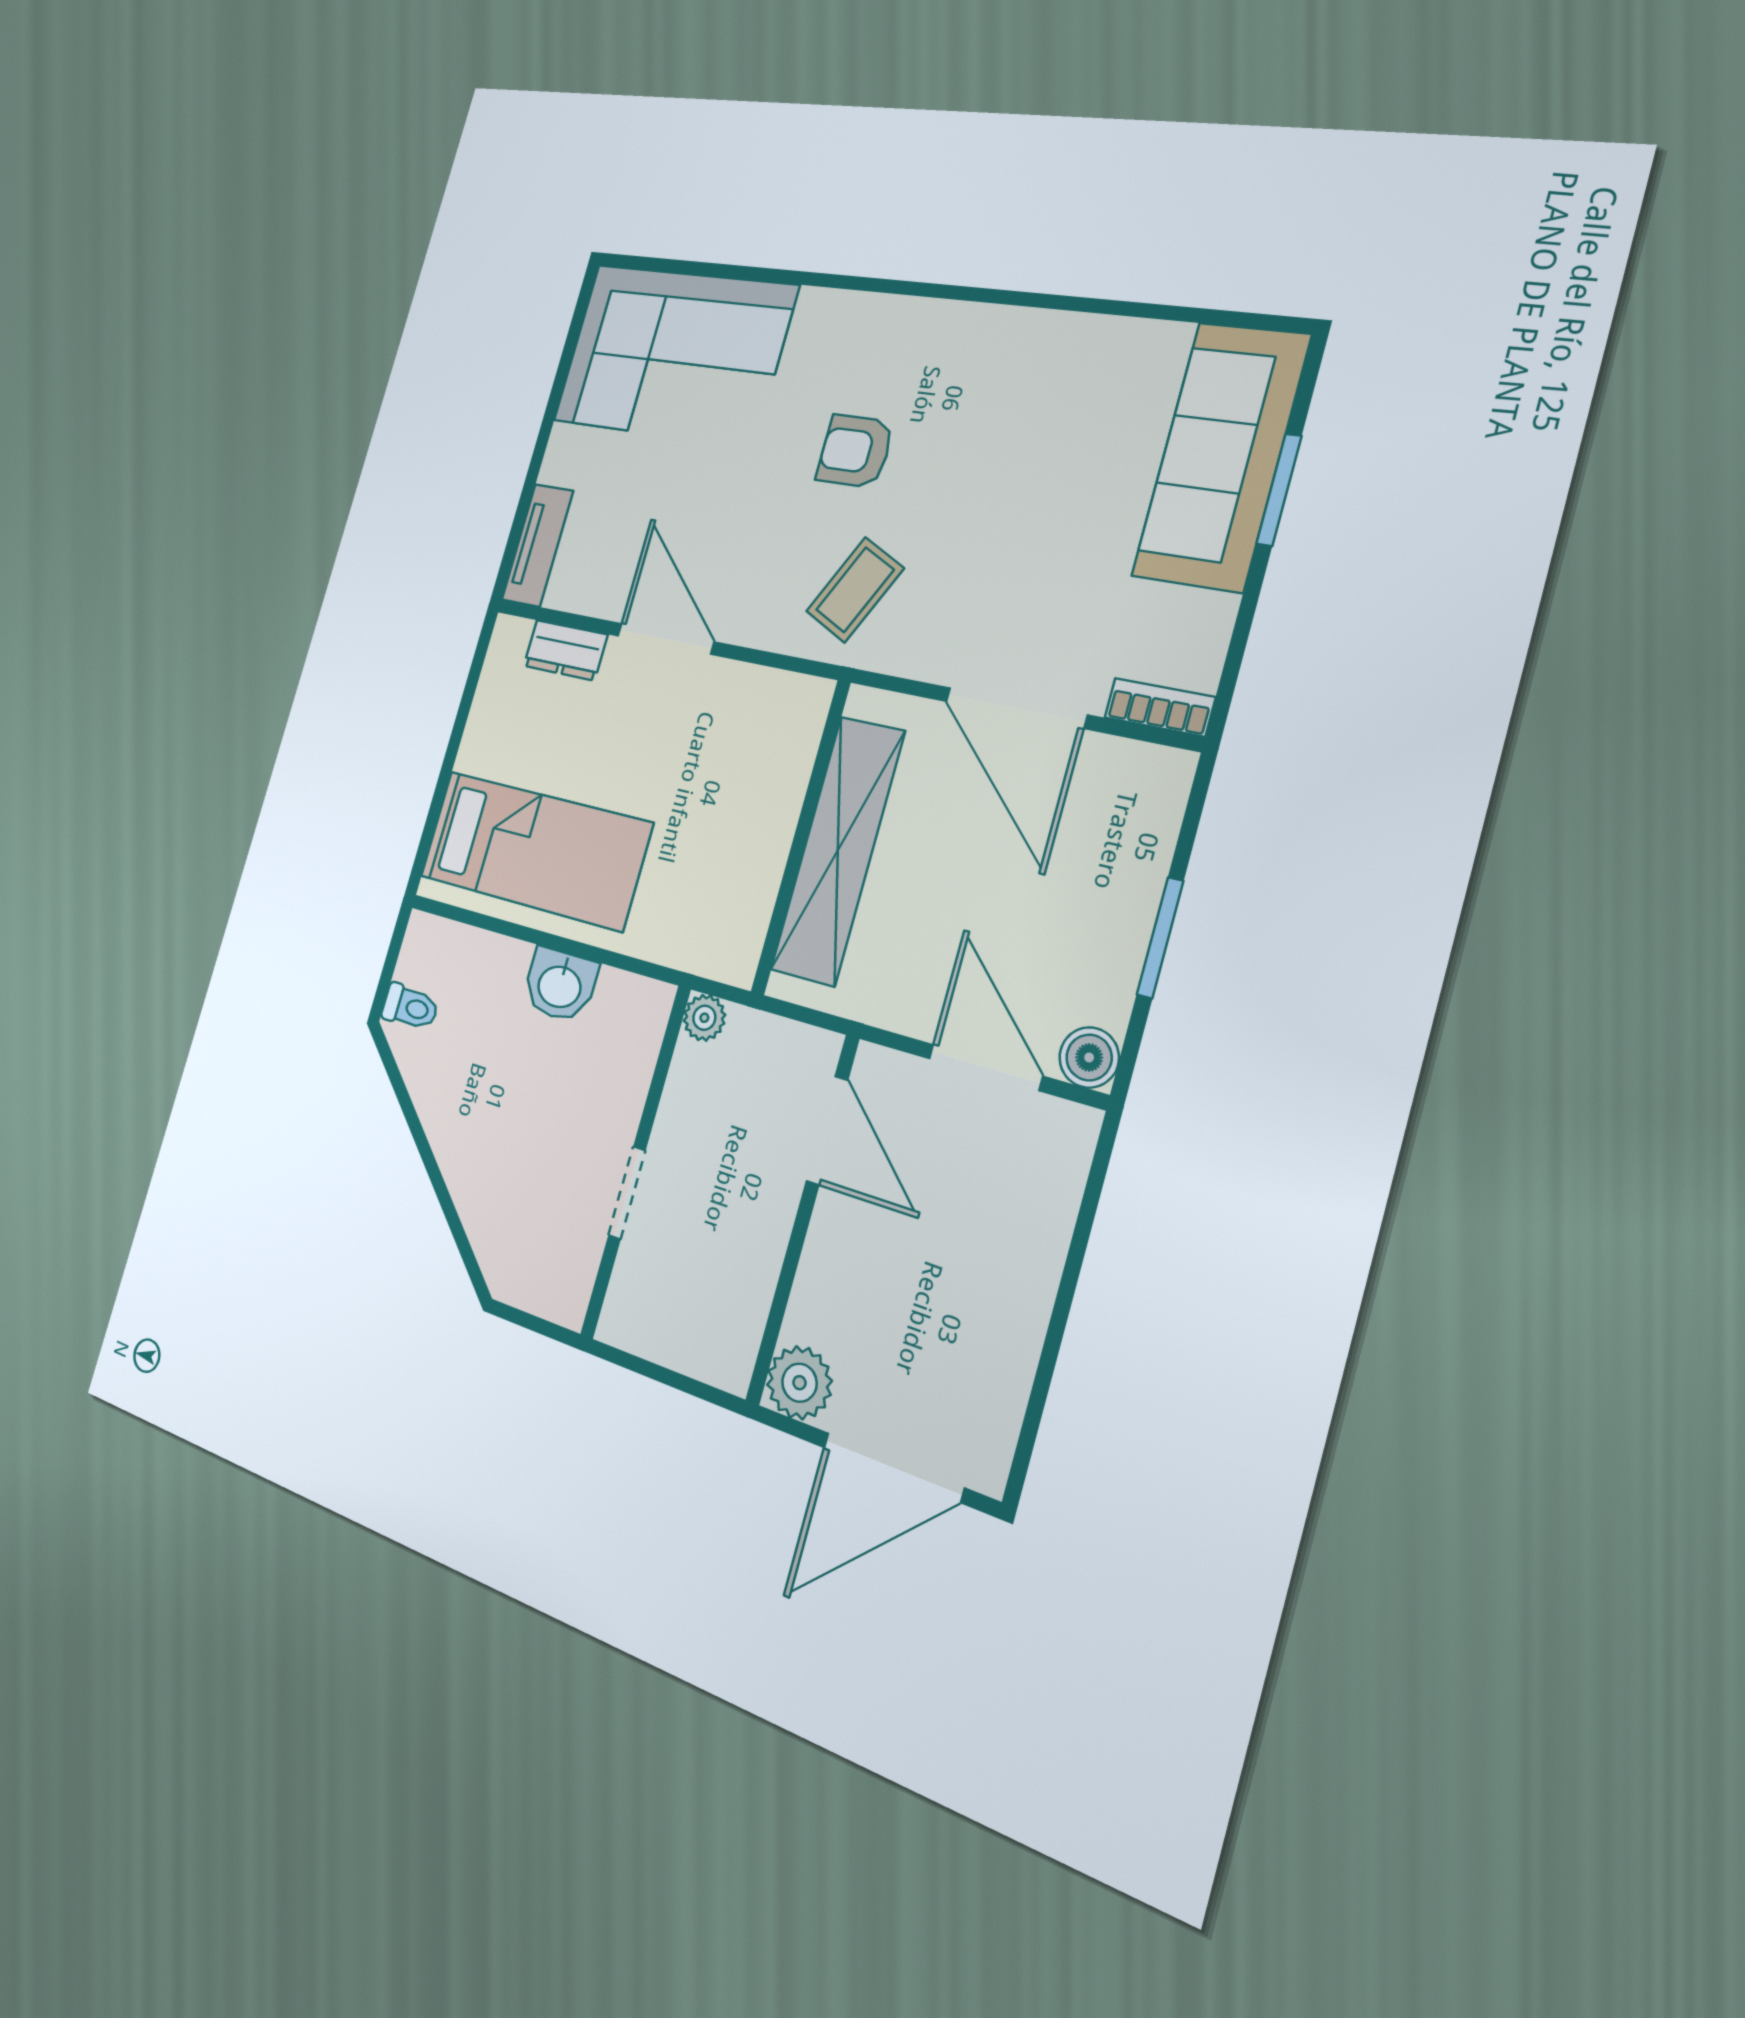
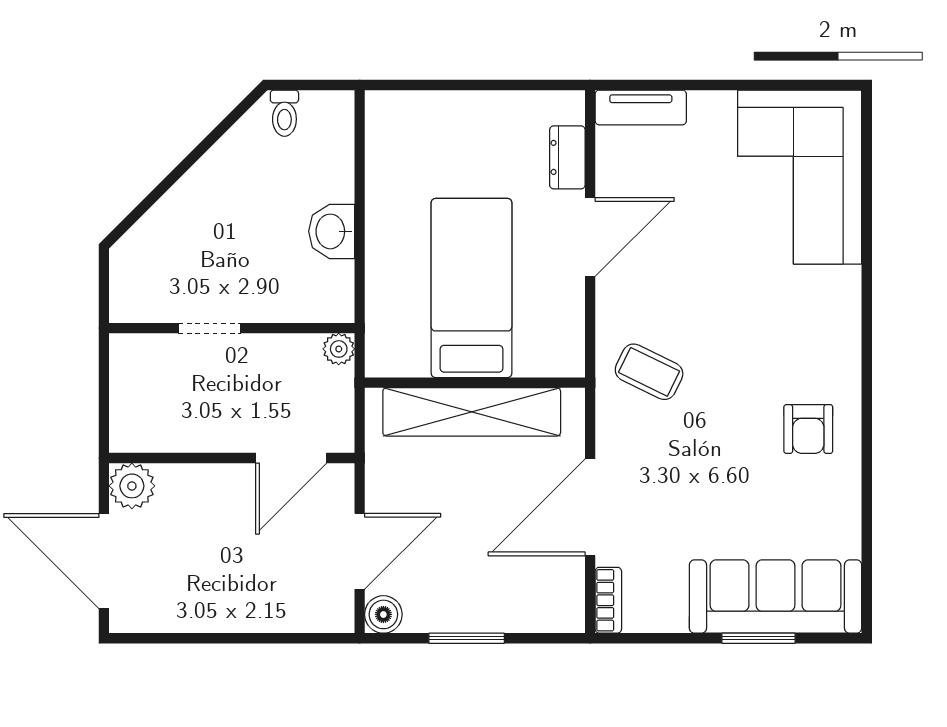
armchair: (855, 451) -> (808, 429), moved, turned 180
bed: (535, 850) -> (471, 288), moved, turned 180

